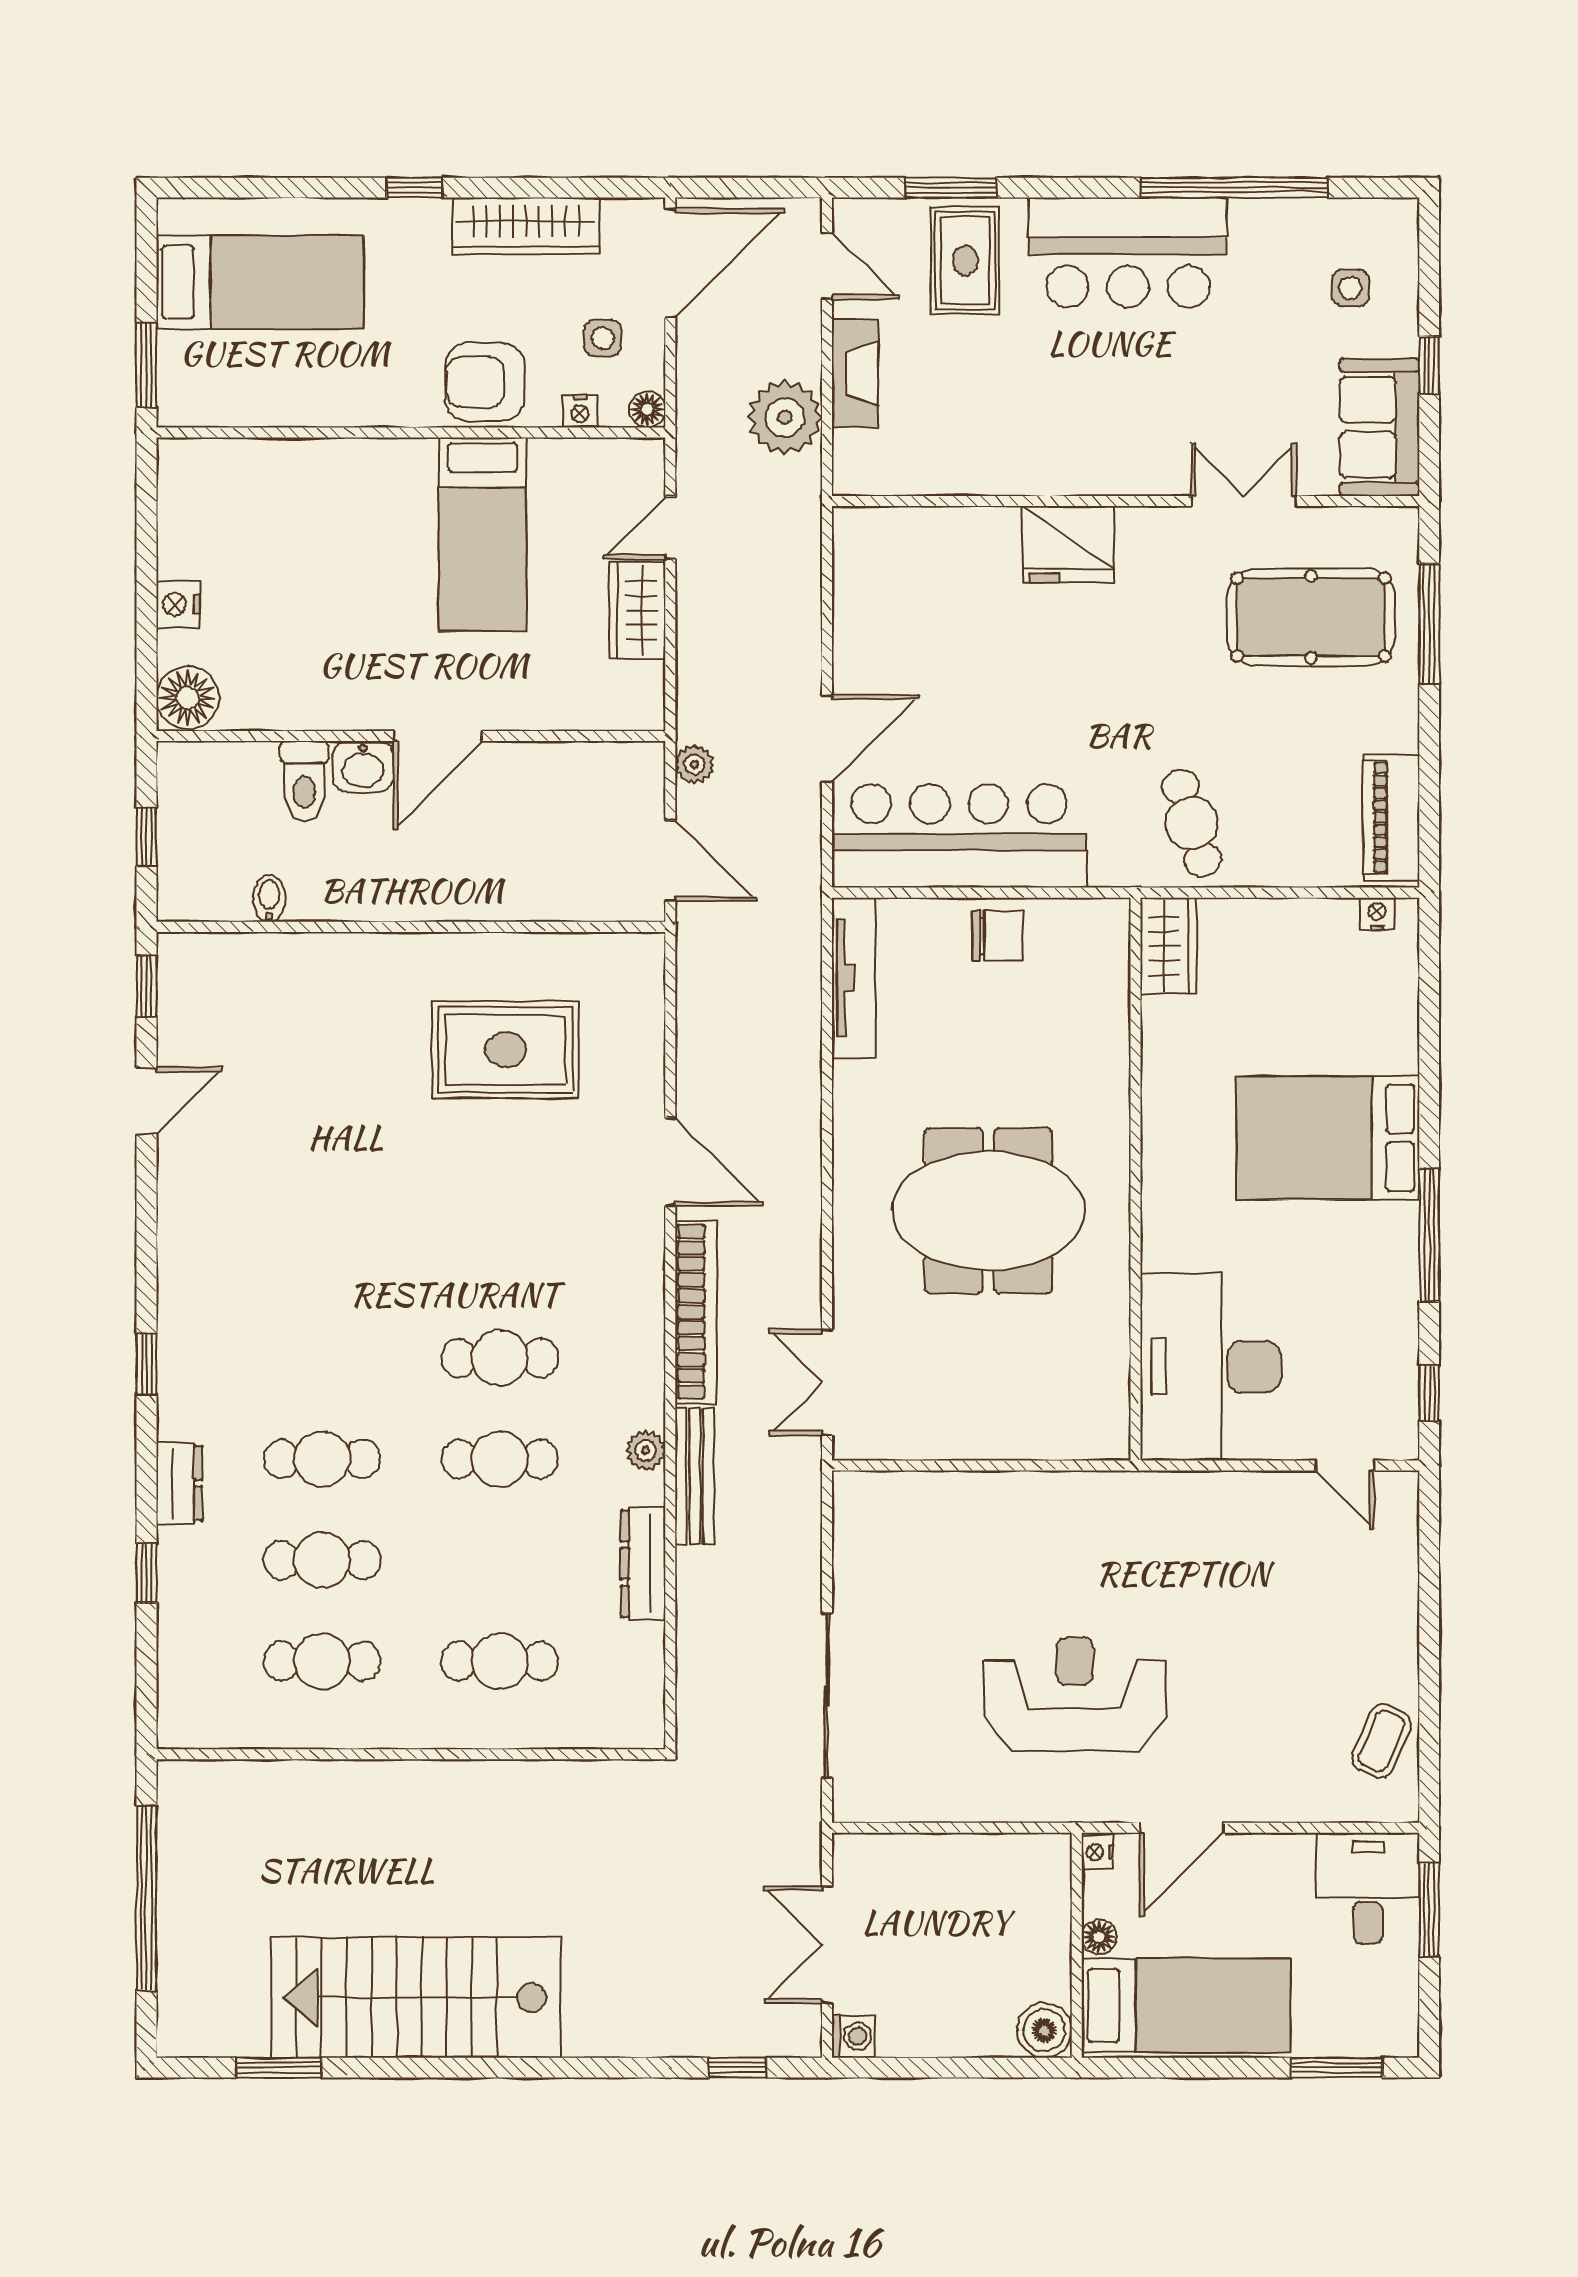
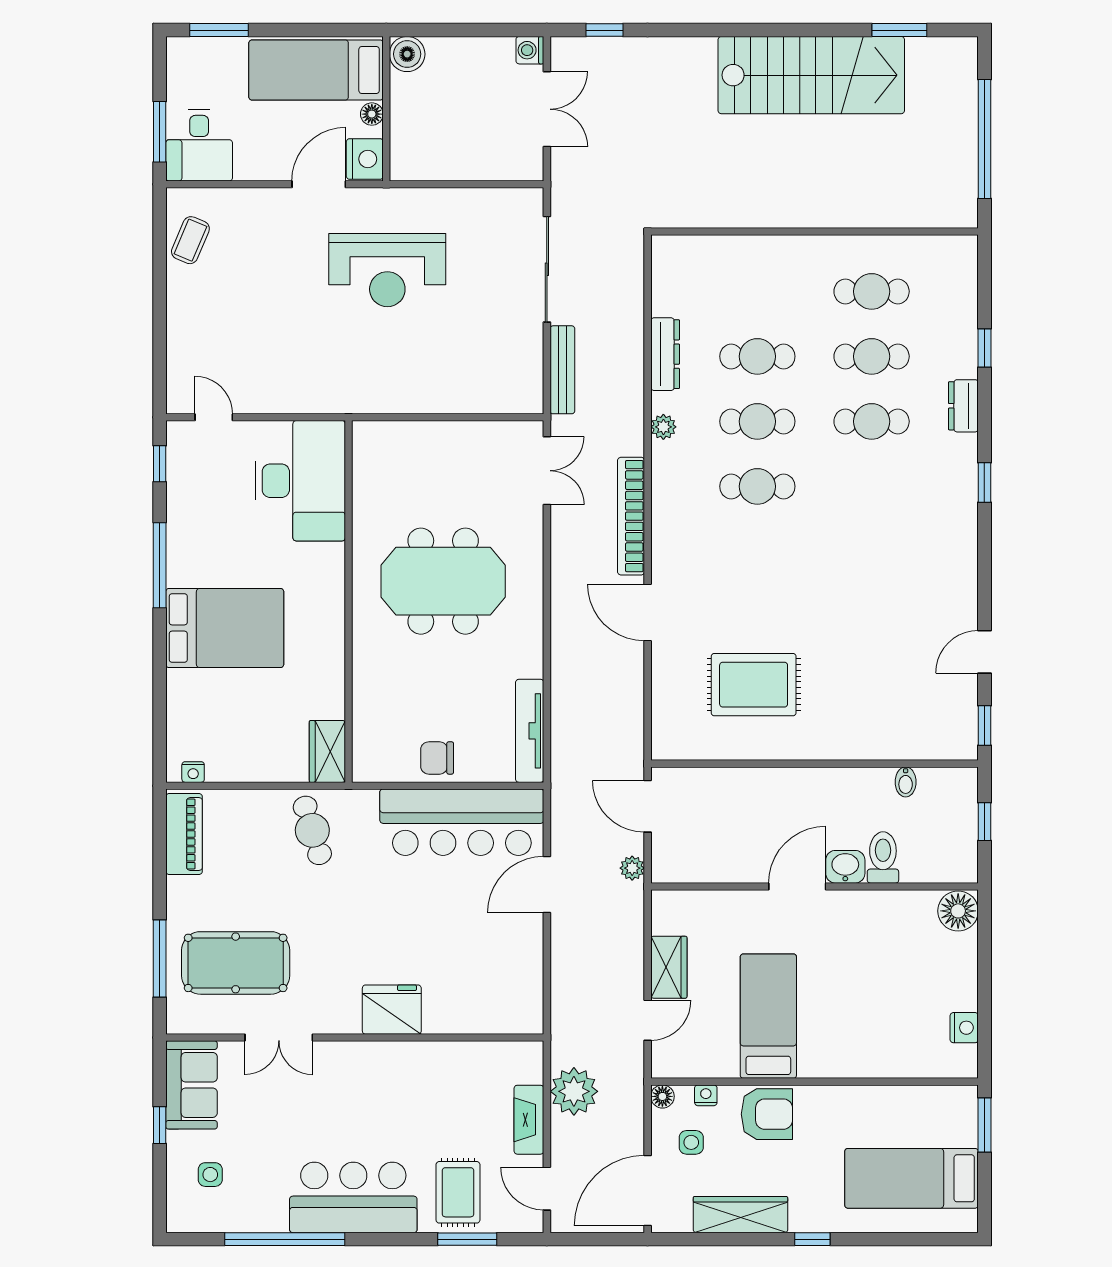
nightstand: (178, 604) -> (964, 1028), moved
bench: (694, 1476) -> (562, 370), moved
cafe table: (500, 1661) -> (757, 356), moved
nightstand: (1097, 1852) -> (365, 159), width x1.89, depth x1.79

